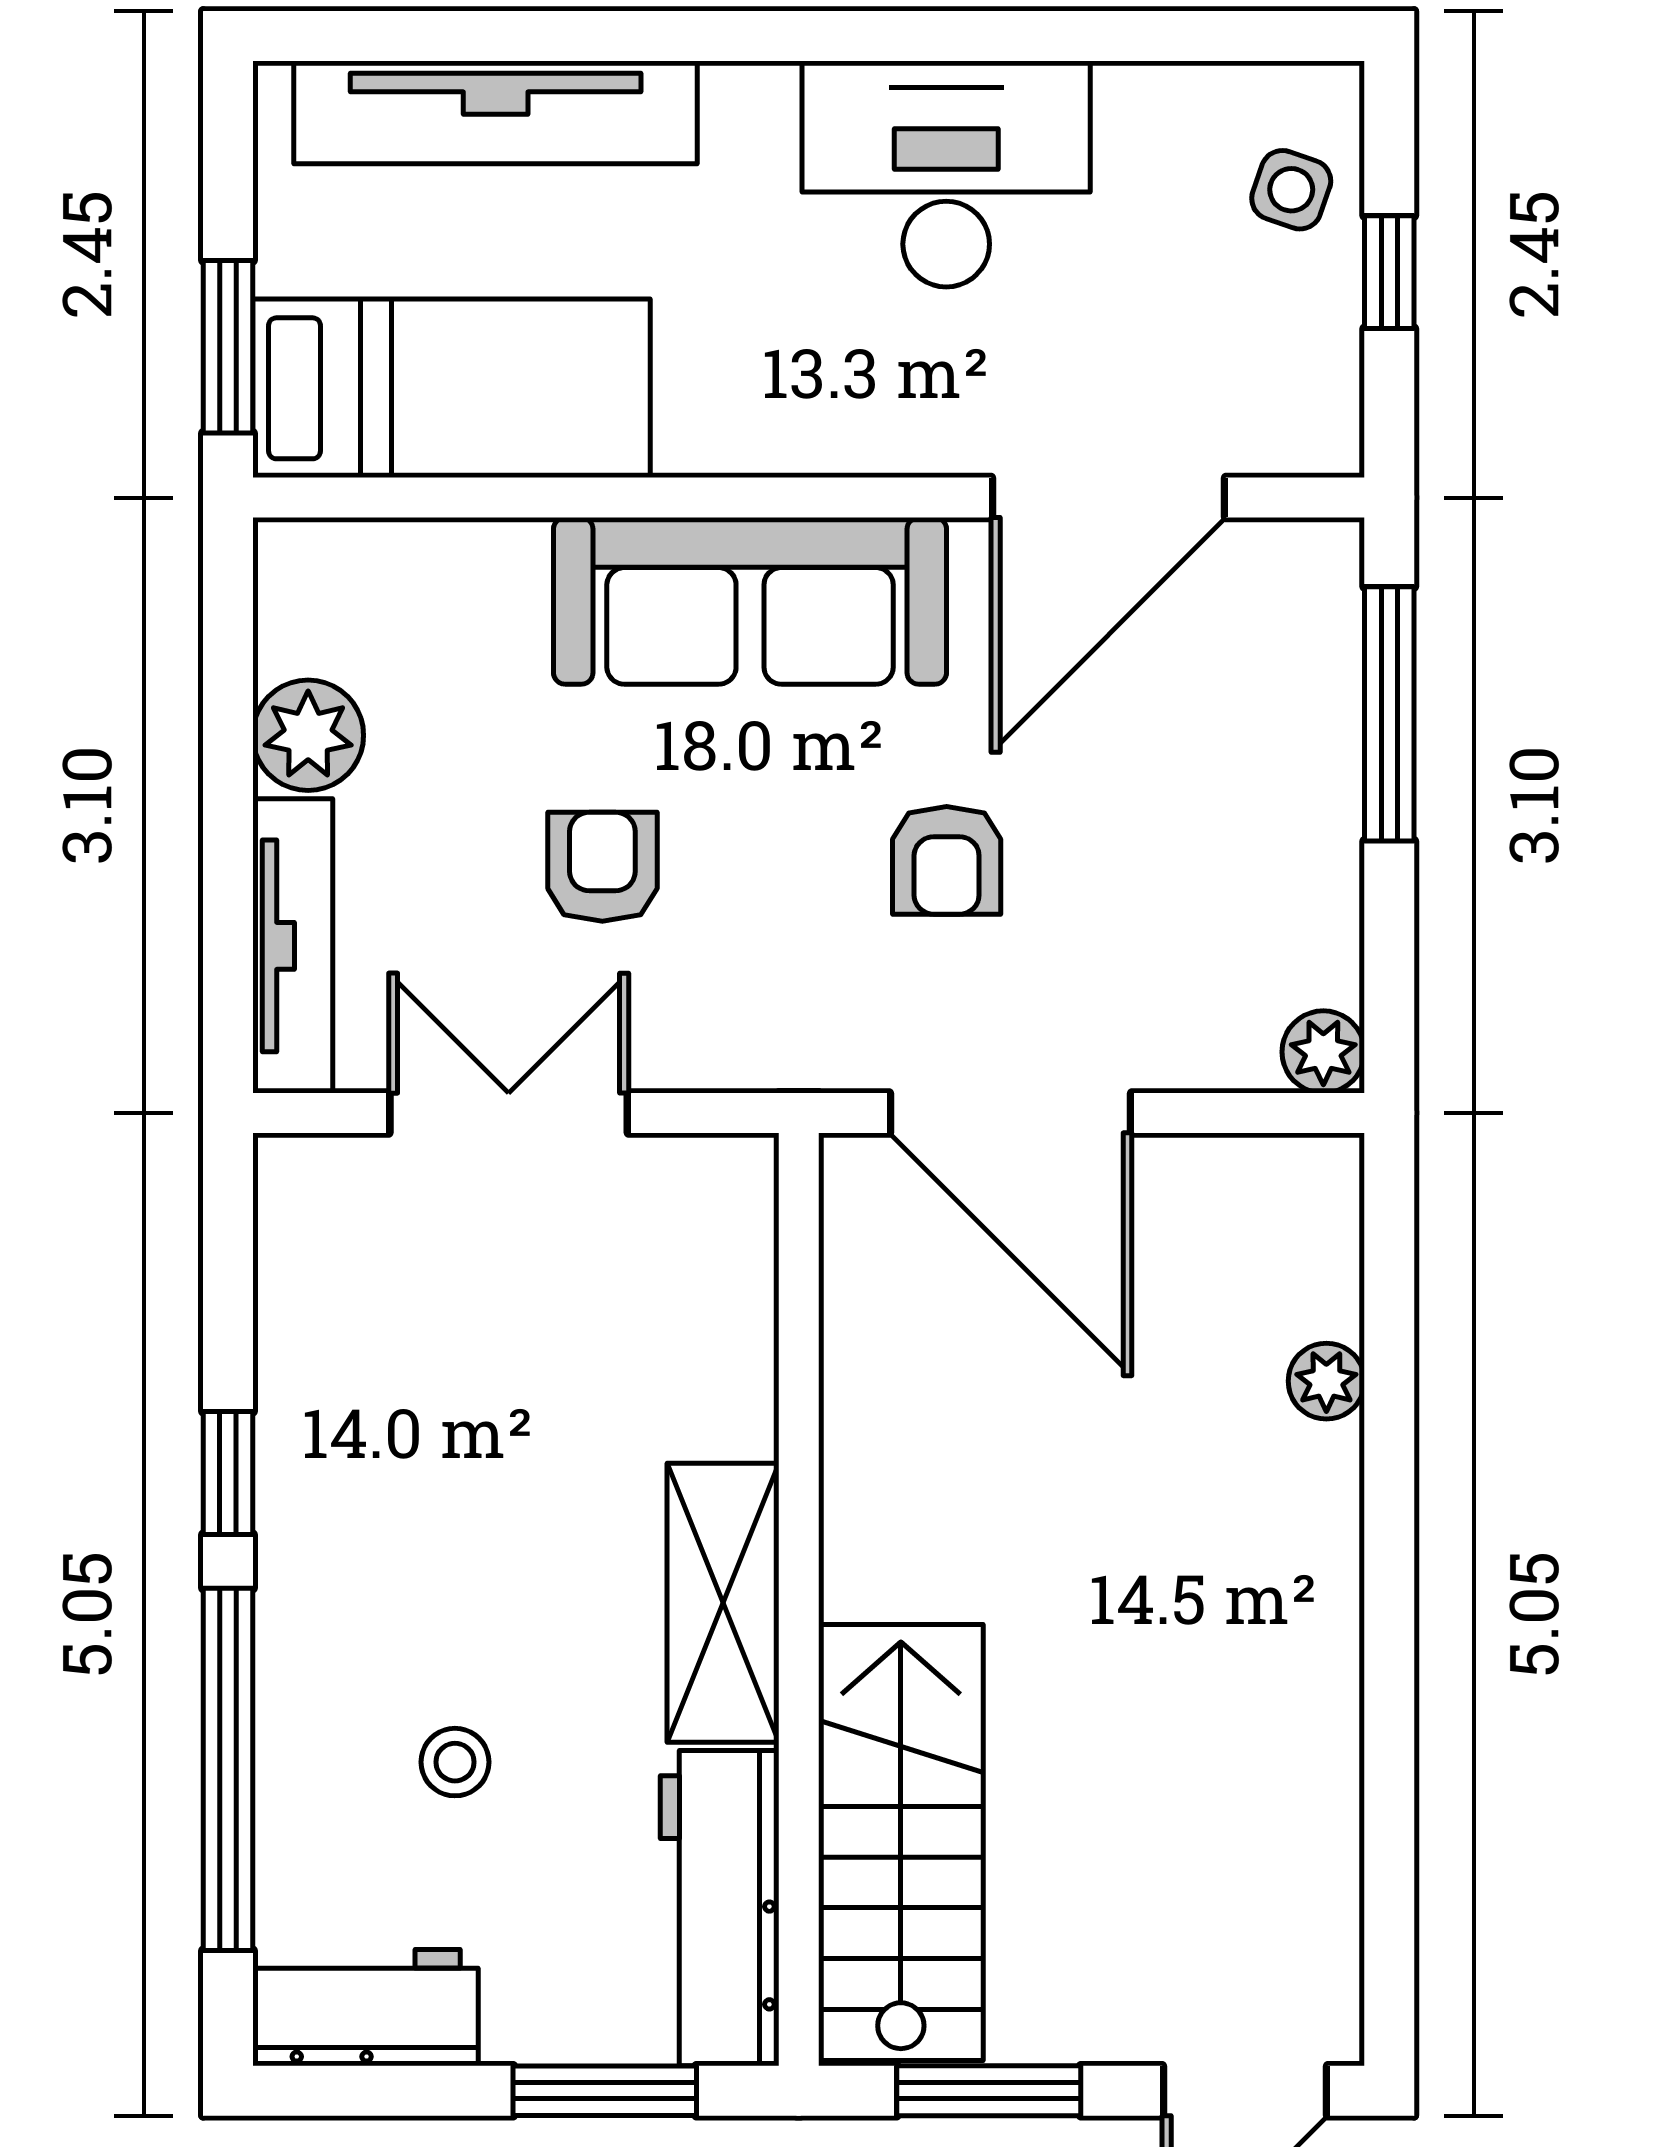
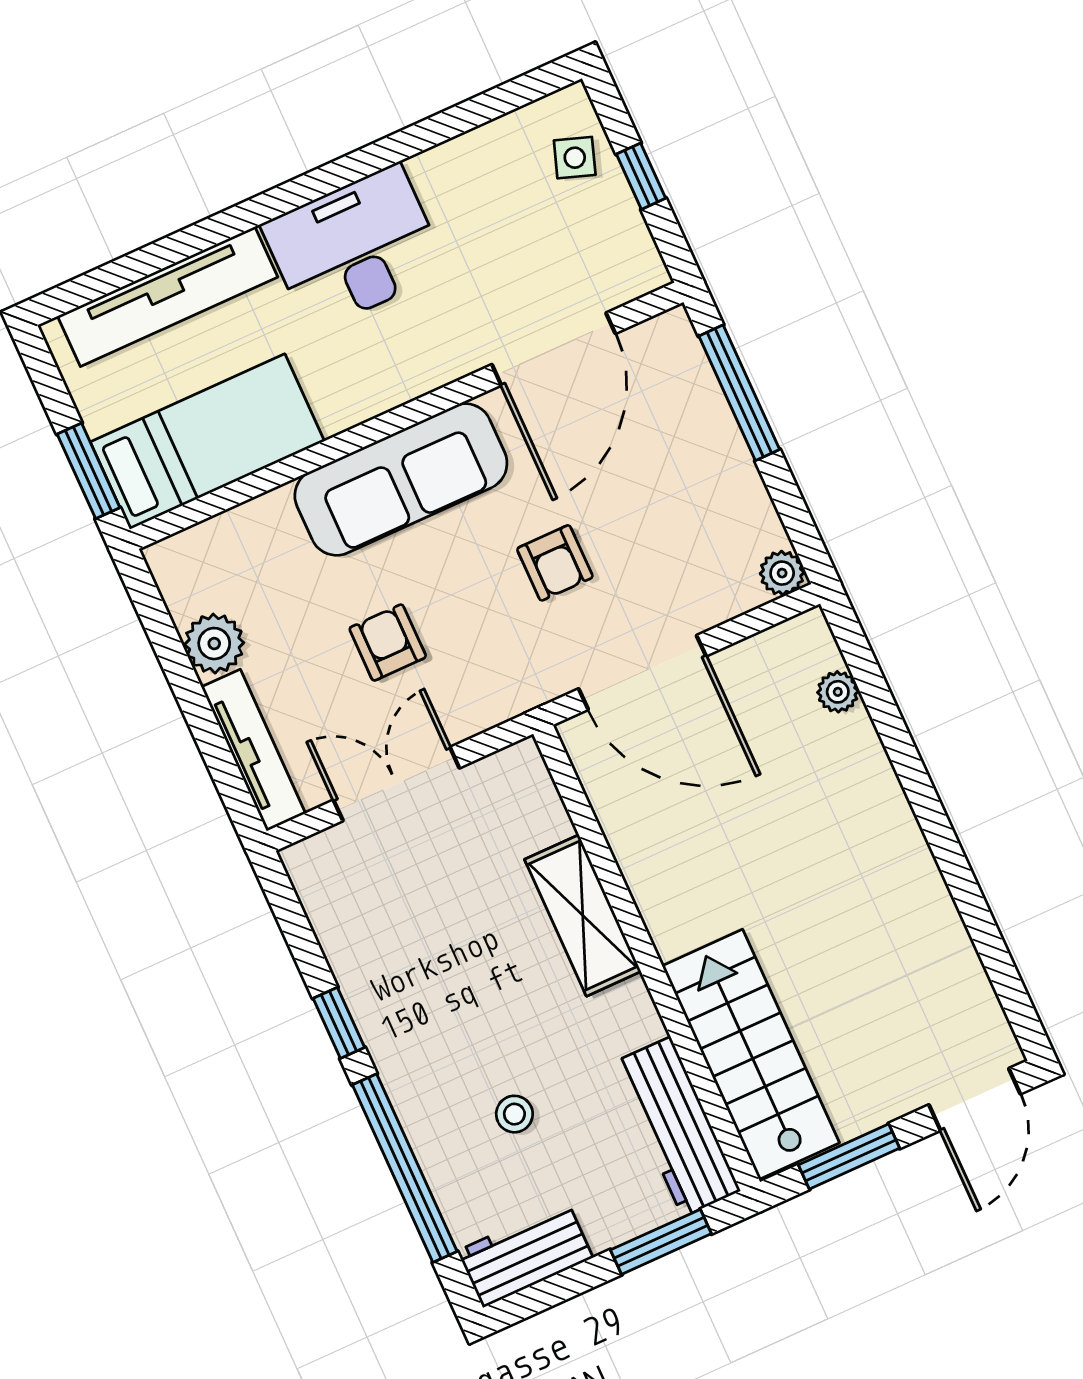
desk: (946, 174) -> (355, 248), moved
plant: (1326, 1381) -> (838, 692), moved
shelving: (723, 1603) -> (583, 915), moved

